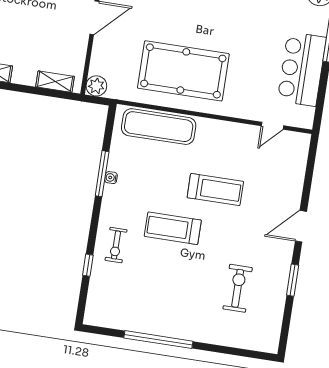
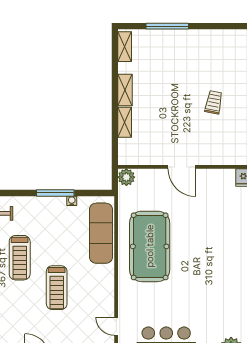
shelving: (55, 82) -> (125, 122), moved
water cooler: (111, 178) -> (72, 201), moved
treadmill: (173, 228) -> (20, 258), turned 180

